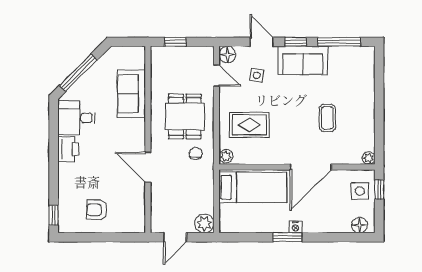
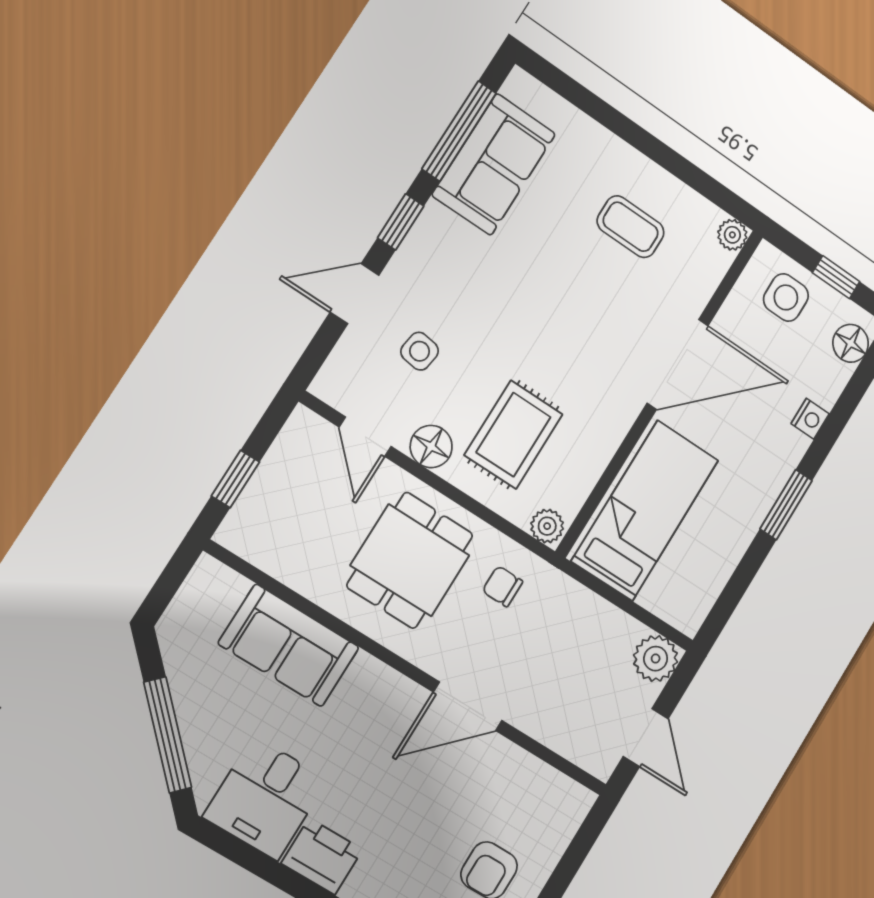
floor lamp: (227, 55) -> (431, 447), moved
sofa: (303, 60) -> (494, 164), moved
door: (216, 75) -> (365, 437), swing flipped
dining table: (185, 116) -> (410, 560), turned 90
coffee table: (327, 118) -> (631, 227), moved
door: (311, 167) -> (678, 364), hinge flipped
window: (379, 190) -> (836, 277), moved
nightstand: (295, 227) -> (810, 419), moved

